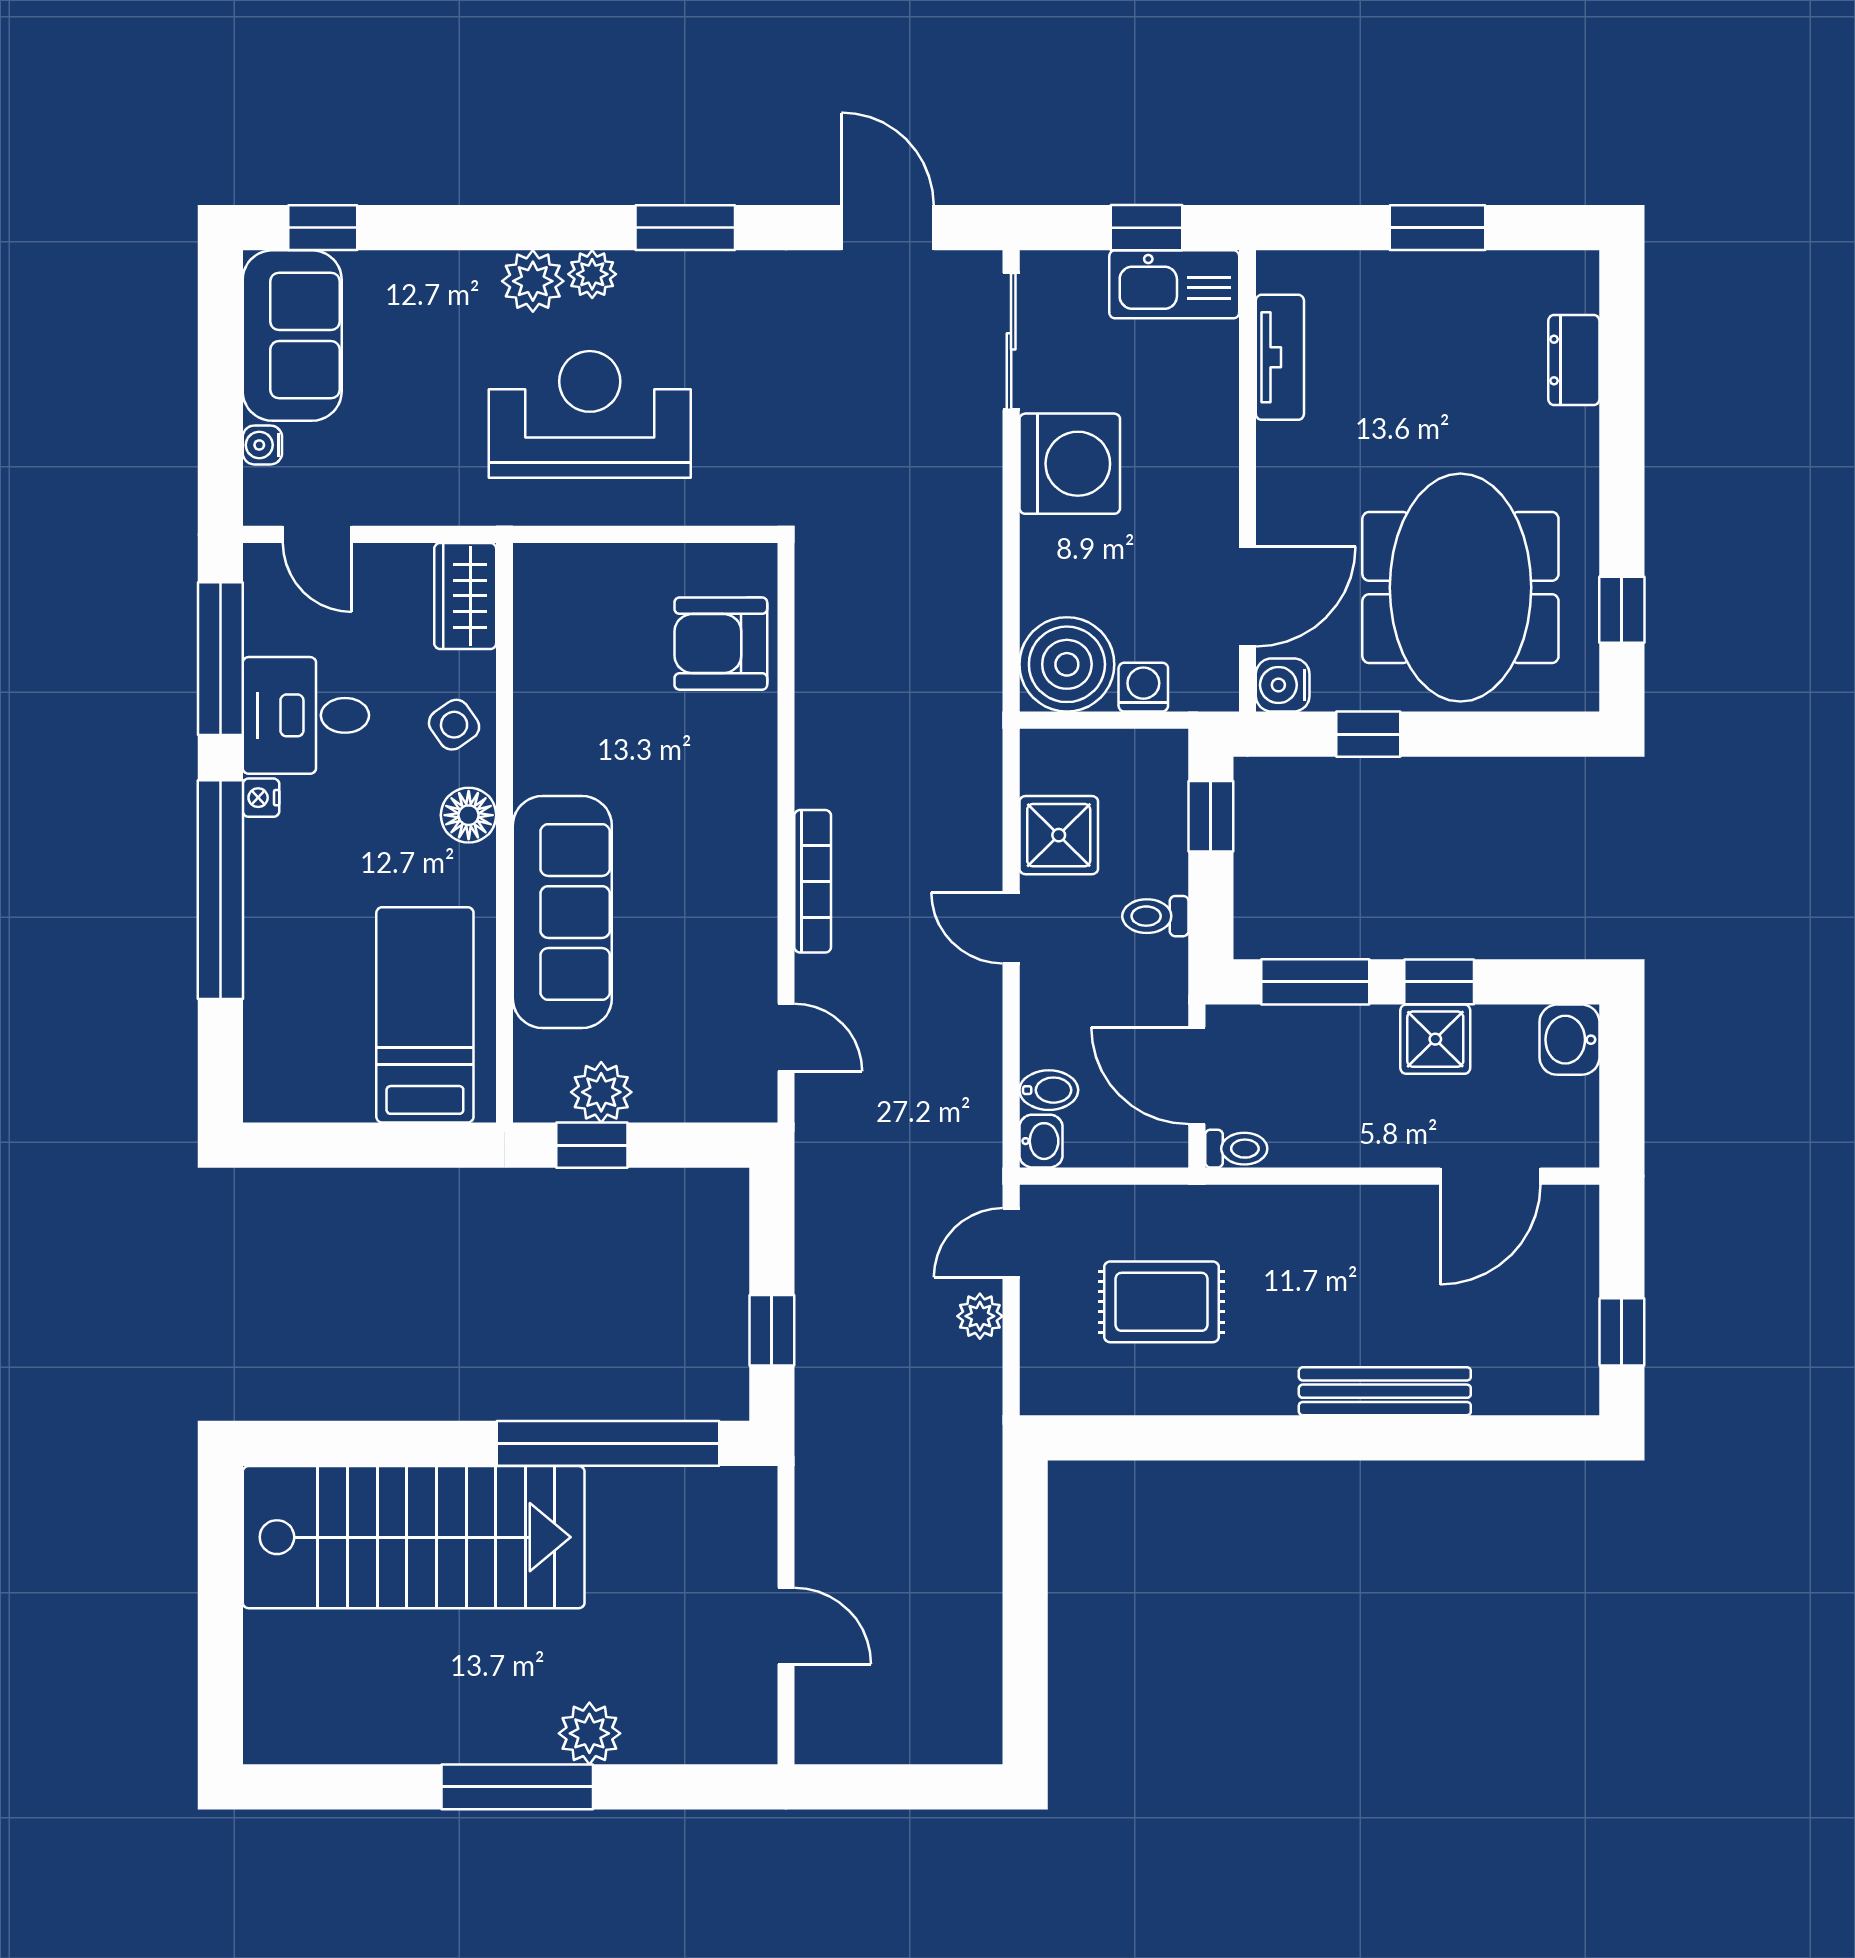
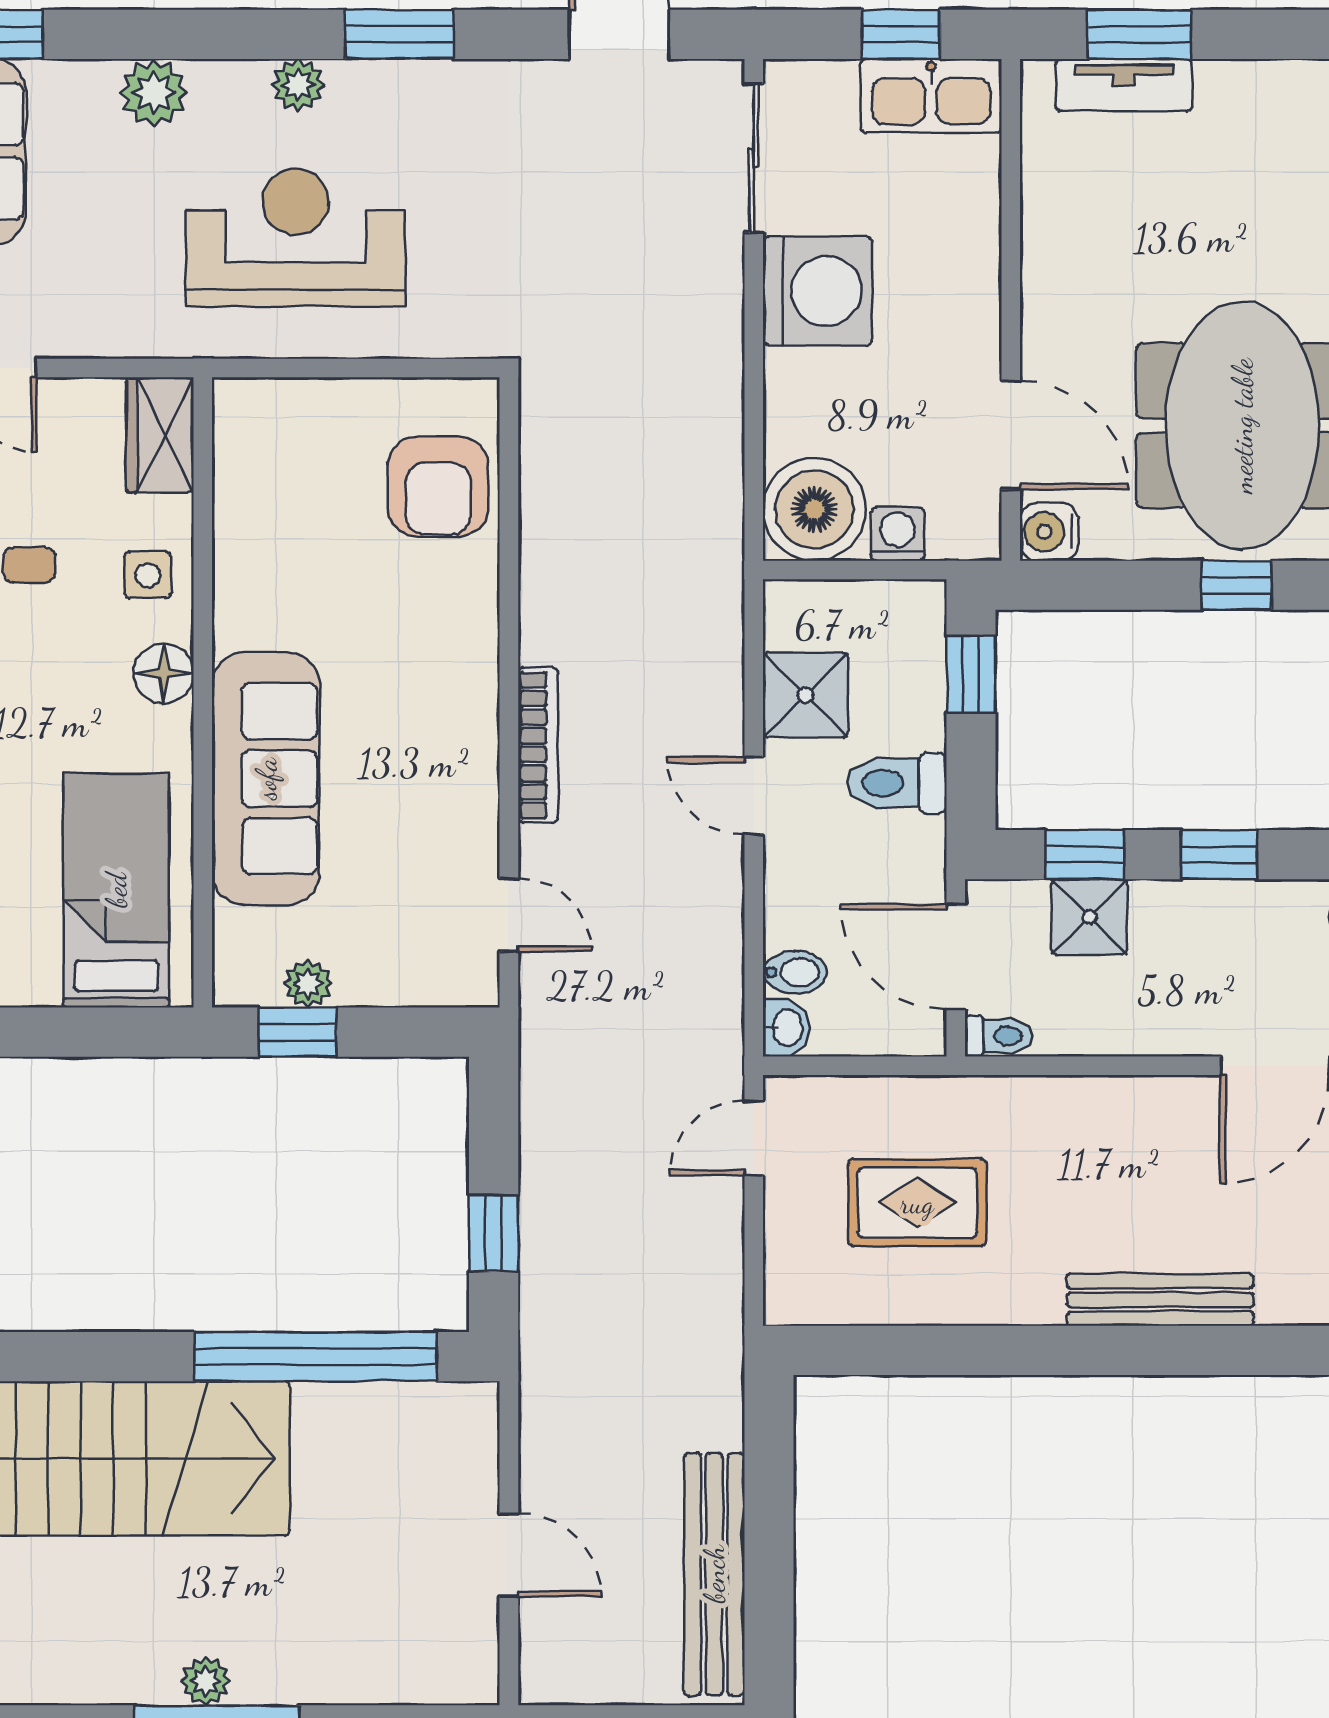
window: (1438, 228) -> (1139, 34), moved
plant: (533, 281) -> (154, 92), moved
tv unit: (1280, 357) -> (1124, 85), moved, turned 90
door: (1247, 596) -> (1011, 435), hinge flipped
armchair: (721, 644) -> (438, 487), turned -90
side table: (454, 725) -> (148, 575), turned 35
window: (1368, 734) -> (1237, 585), moved
toilet: (1155, 916) -> (897, 783), width x1.37, depth x1.39
window: (1315, 982) -> (1084, 855), width x0.67
shower: (1435, 1039) -> (1089, 917), moved
plant: (601, 1092) -> (308, 984), width x0.73, depth x0.73
plant: (980, 1316) -> (720, 1218), removed
bench: (975, 1644) -> (714, 1574), added
plant: (589, 1733) -> (206, 1681), moved, width x0.73, depth x0.73

